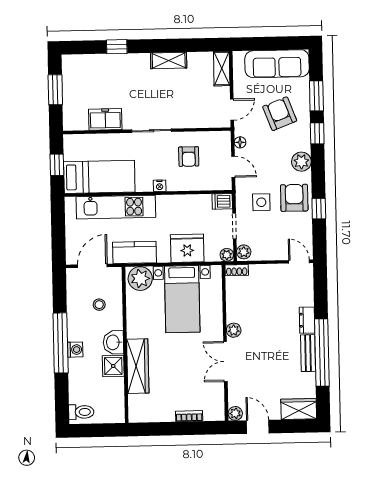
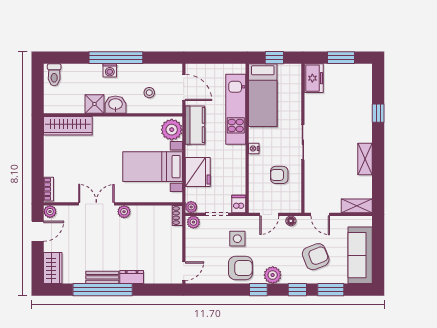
freezer: (105, 119) -> (314, 78), moved
window: (319, 209) -> (258, 290), moved
wardrobe: (138, 366) -> (68, 126), moved
bookcase: (189, 416) -> (49, 189), moved

